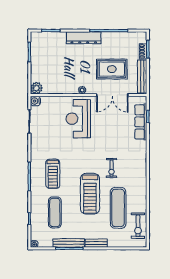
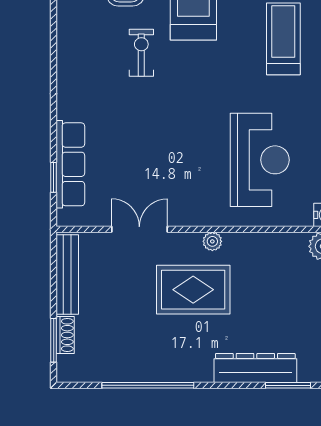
dresser: (84, 38) -> (255, 368), moved
rug: (112, 69) -> (193, 290), moved
double door: (112, 95) -> (139, 229), width x0.73
reception desk: (78, 119) -> (260, 160), moved

